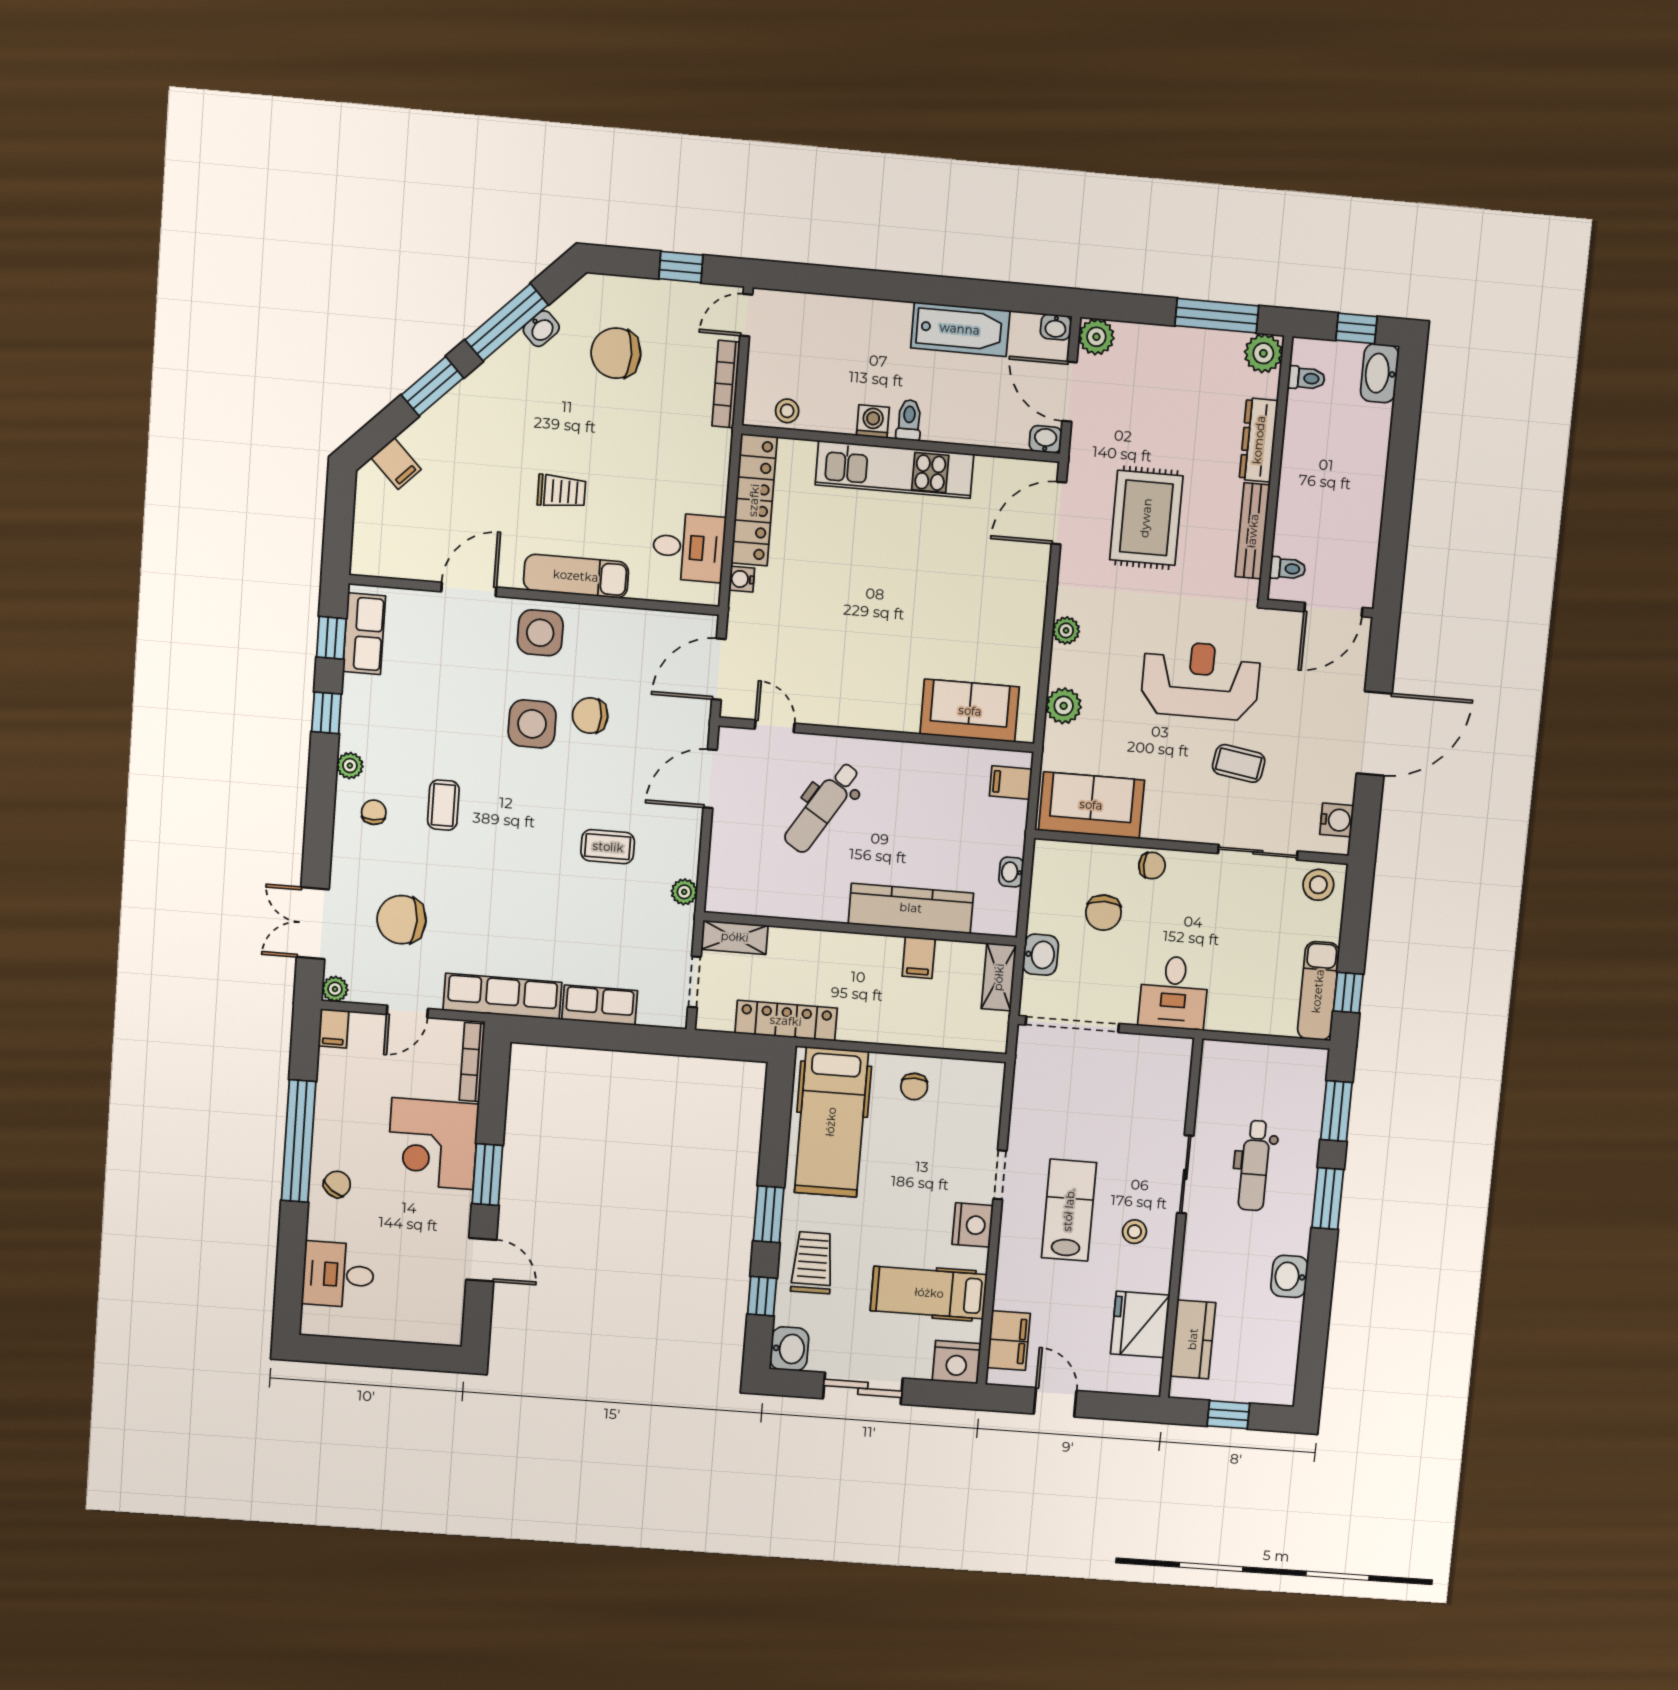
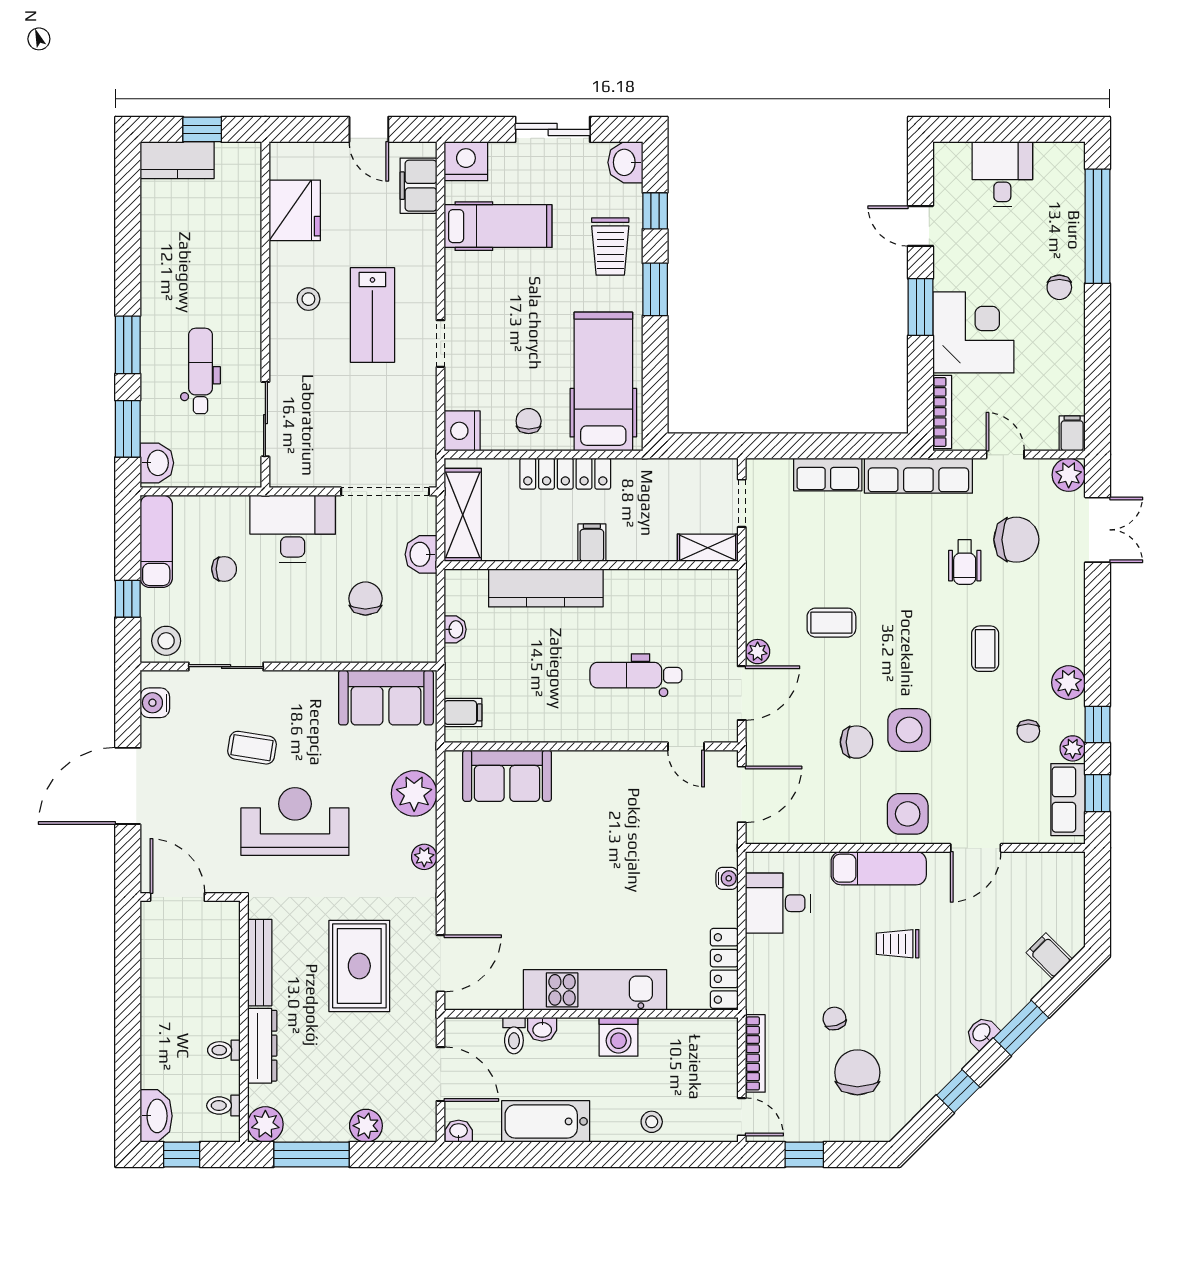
door: (746, 315) -> (742, 1117), hinge flipped
window: (507, 322) -> (958, 1091), width x0.46
washbasin: (541, 329) -> (982, 1033), moved
plant: (1096, 337) -> (366, 1126), moved
chair: (616, 353) -> (857, 1072), turned -90
stool: (787, 411) -> (652, 1122), moved
chair: (637, 415) -> (834, 1019), added
toilet: (909, 420) -> (514, 1036), moved
washing machine: (873, 421) -> (619, 1037), width x1.38, depth x1.38
washbasin: (1045, 439) -> (542, 1029), moved
locker: (754, 500) -> (724, 968), width x0.71, depth x0.83
toilet: (1288, 569) -> (224, 1050), moved
door: (1333, 610) -> (177, 897), hinge flipped
reception desk: (1201, 680) -> (295, 822), turned 180
plant: (355, 689) -> (1073, 748), added
plant: (1064, 706) -> (414, 793), width x1.36, depth x1.36
plant: (350, 766) -> (1068, 682), width x1.38, depth x1.38
dental chair: (822, 807) -> (636, 675), turned -122
chair: (374, 812) -> (1028, 731), moved
chair: (1152, 866) -> (224, 569), moved, turned 180
plant: (684, 892) -> (758, 652), moved
wheelchair: (459, 900) -> (965, 562), added
filing cabinet: (919, 957) -> (592, 543), moved
shelving: (999, 977) -> (463, 515), width x1.50, depth x1.33
plant: (335, 989) -> (1069, 475), width x1.38, depth x1.38
desk: (1174, 993) -> (293, 529), width x1.37
window: (1348, 993) -> (128, 599), moved
door: (407, 1012) -> (1005, 455), hinge flipped
locker: (786, 1021) -> (565, 474), moved
window: (299, 1141) -> (1098, 226), moved
sliding door: (1185, 1174) -> (265, 419), moved
chair: (337, 1184) -> (1059, 287), turned -37
nightstand: (973, 1225) -> (462, 431), moved
desk: (338, 1275) -> (1002, 174), moved, turned -90
washbasin: (1289, 1276) -> (157, 463), moved
kitchen counter: (1193, 1339) -> (177, 160), moved, turned -90

